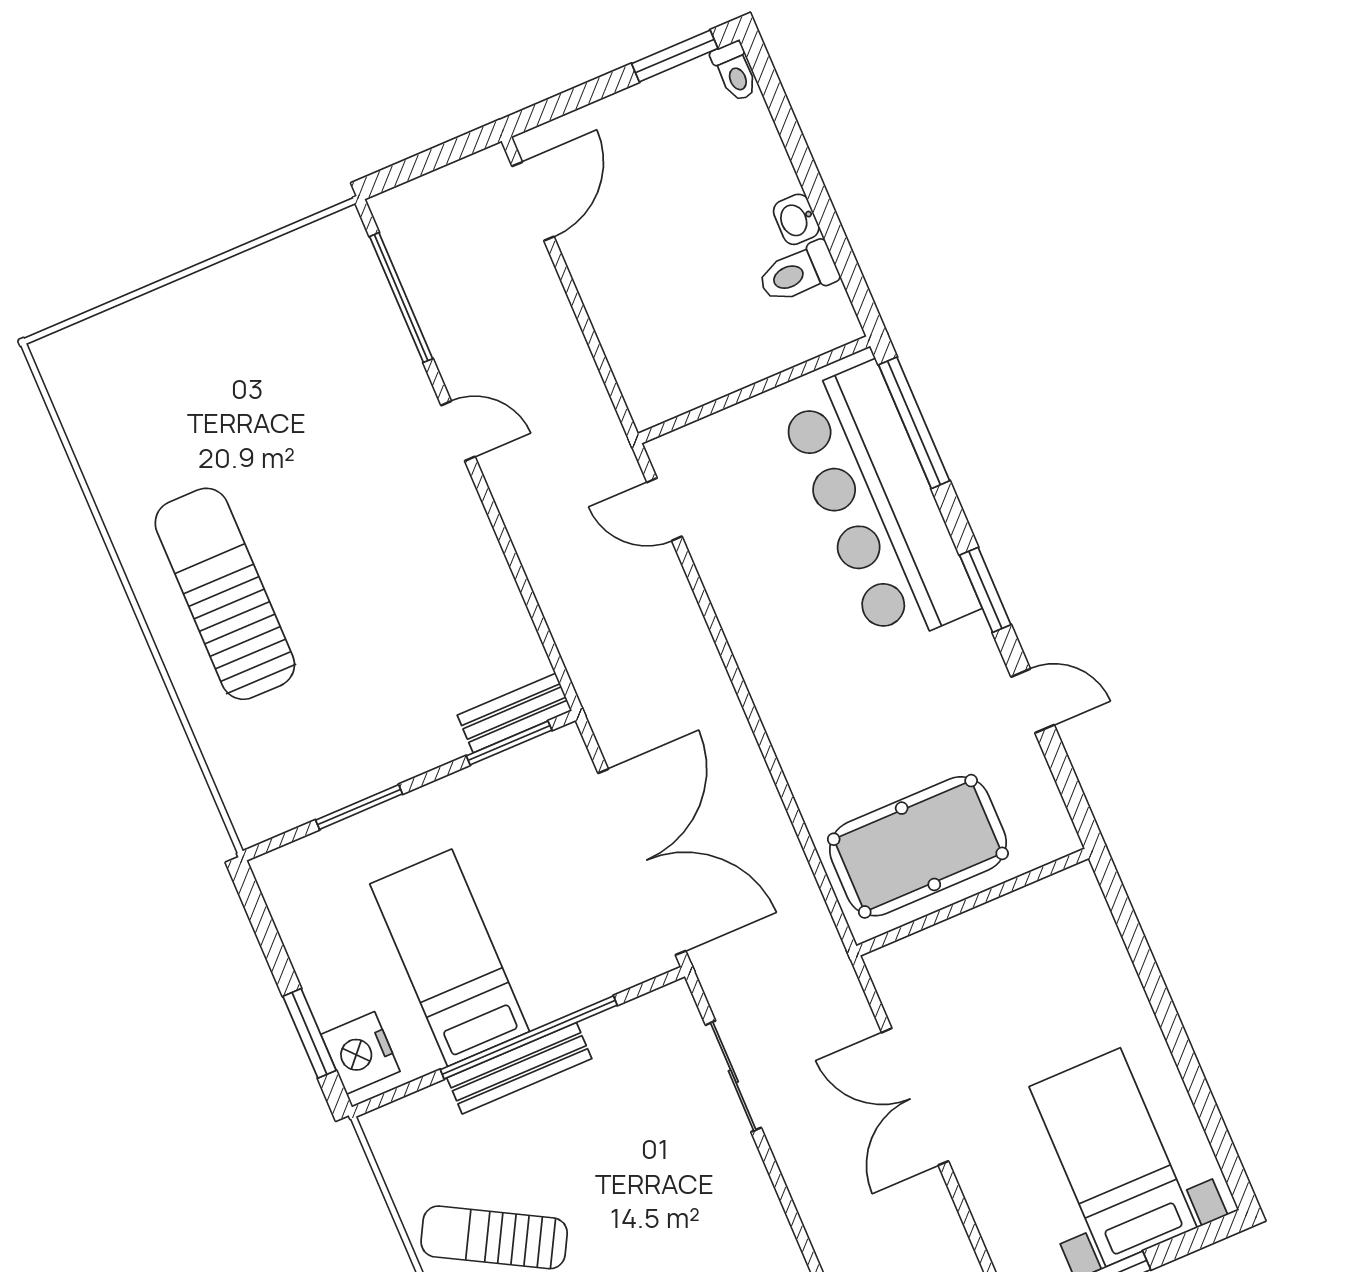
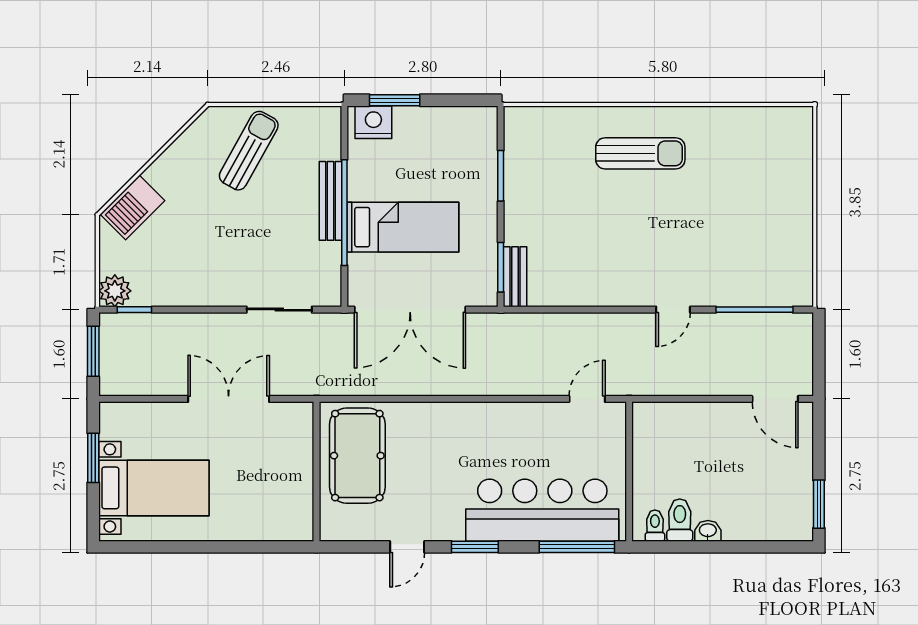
toilet: (735, 72) -> (655, 526), moved, turned 90
sun lounger: (225, 594) -> (640, 153), width x0.73, depth x0.75
bed: (450, 958) -> (403, 227), moved

